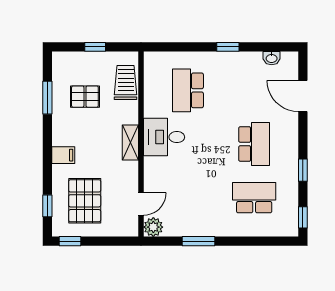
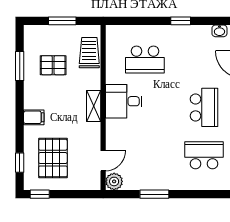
window: (95, 47) -> (62, 21), width x1.50
school desk: (188, 90) -> (145, 60), turned -90

